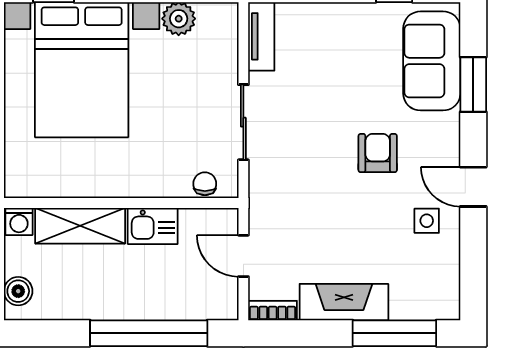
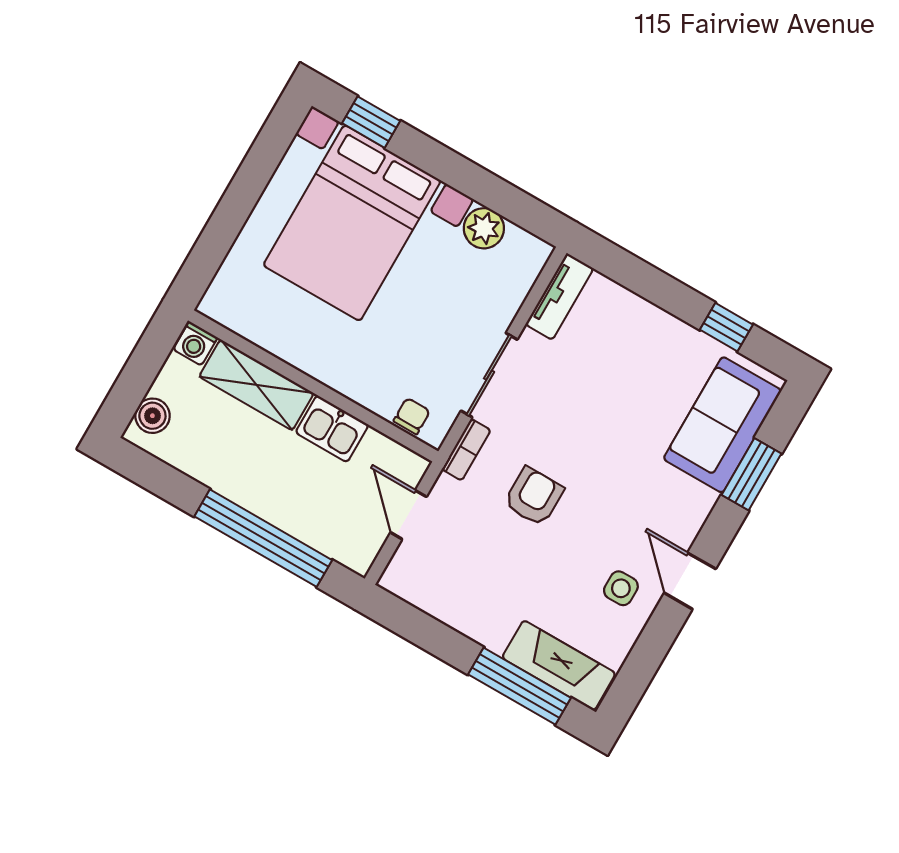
armchair: (378, 153) -> (534, 497), moved
fireplace: (344, 302) -> (559, 665), moved
bookcase: (273, 311) -> (466, 450), moved, turned 90

